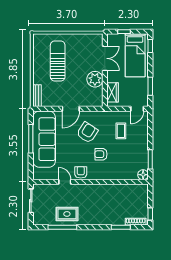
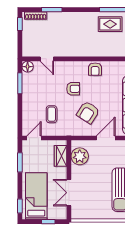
plant: (95, 79) -> (80, 156), moved
door: (65, 182) -> (47, 59), moved

